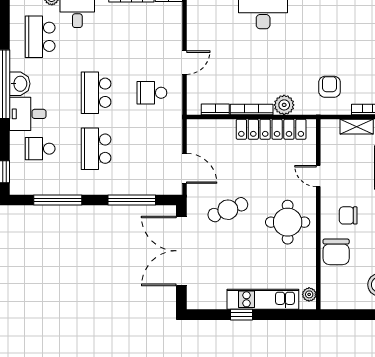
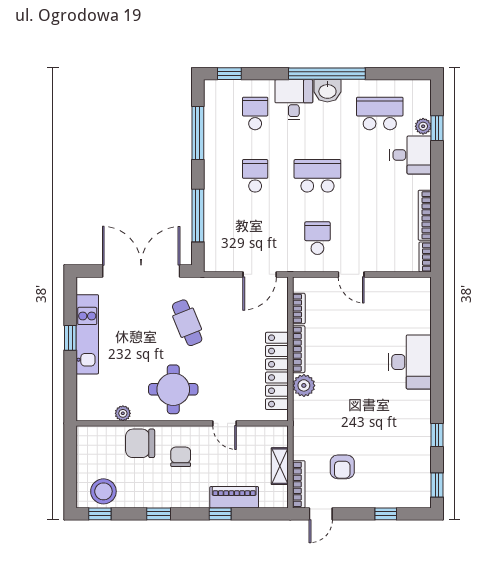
armchair: (330, 87) -> (342, 467), moved, turned 90
school desk: (96, 149) -> (255, 176), width x0.54
door: (185, 168) -> (260, 274), moved
door: (318, 176) -> (225, 423), swing flipped
plant: (309, 294) -> (123, 413), moved
kitchen unit: (263, 299) -> (87, 334), moved

